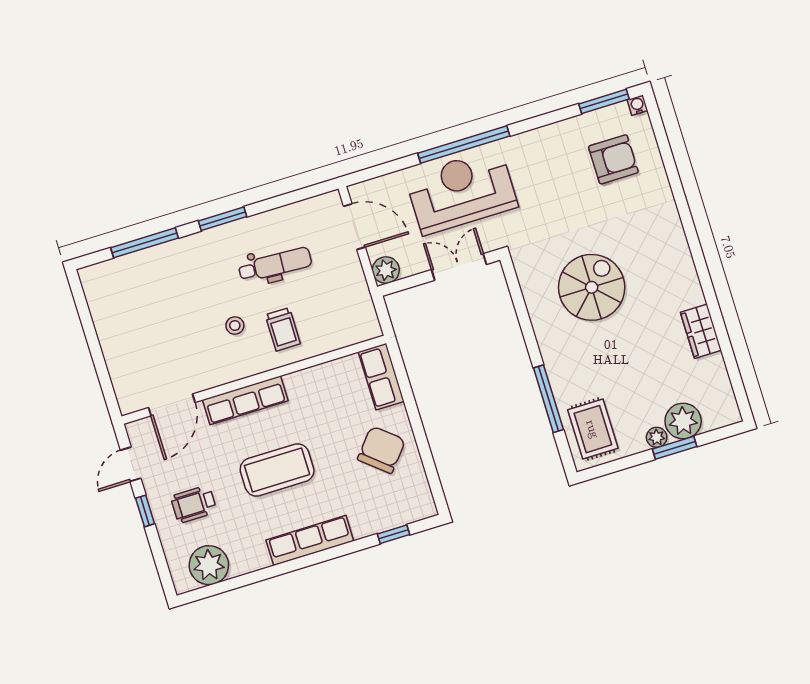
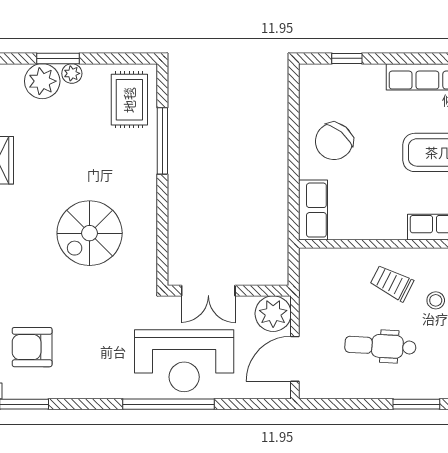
door: (354, 227) -> (295, 359), hinge flipped
plant: (386, 270) -> (273, 314), width x1.36, depth x1.36
trolley: (283, 329) -> (392, 283), turned -63

